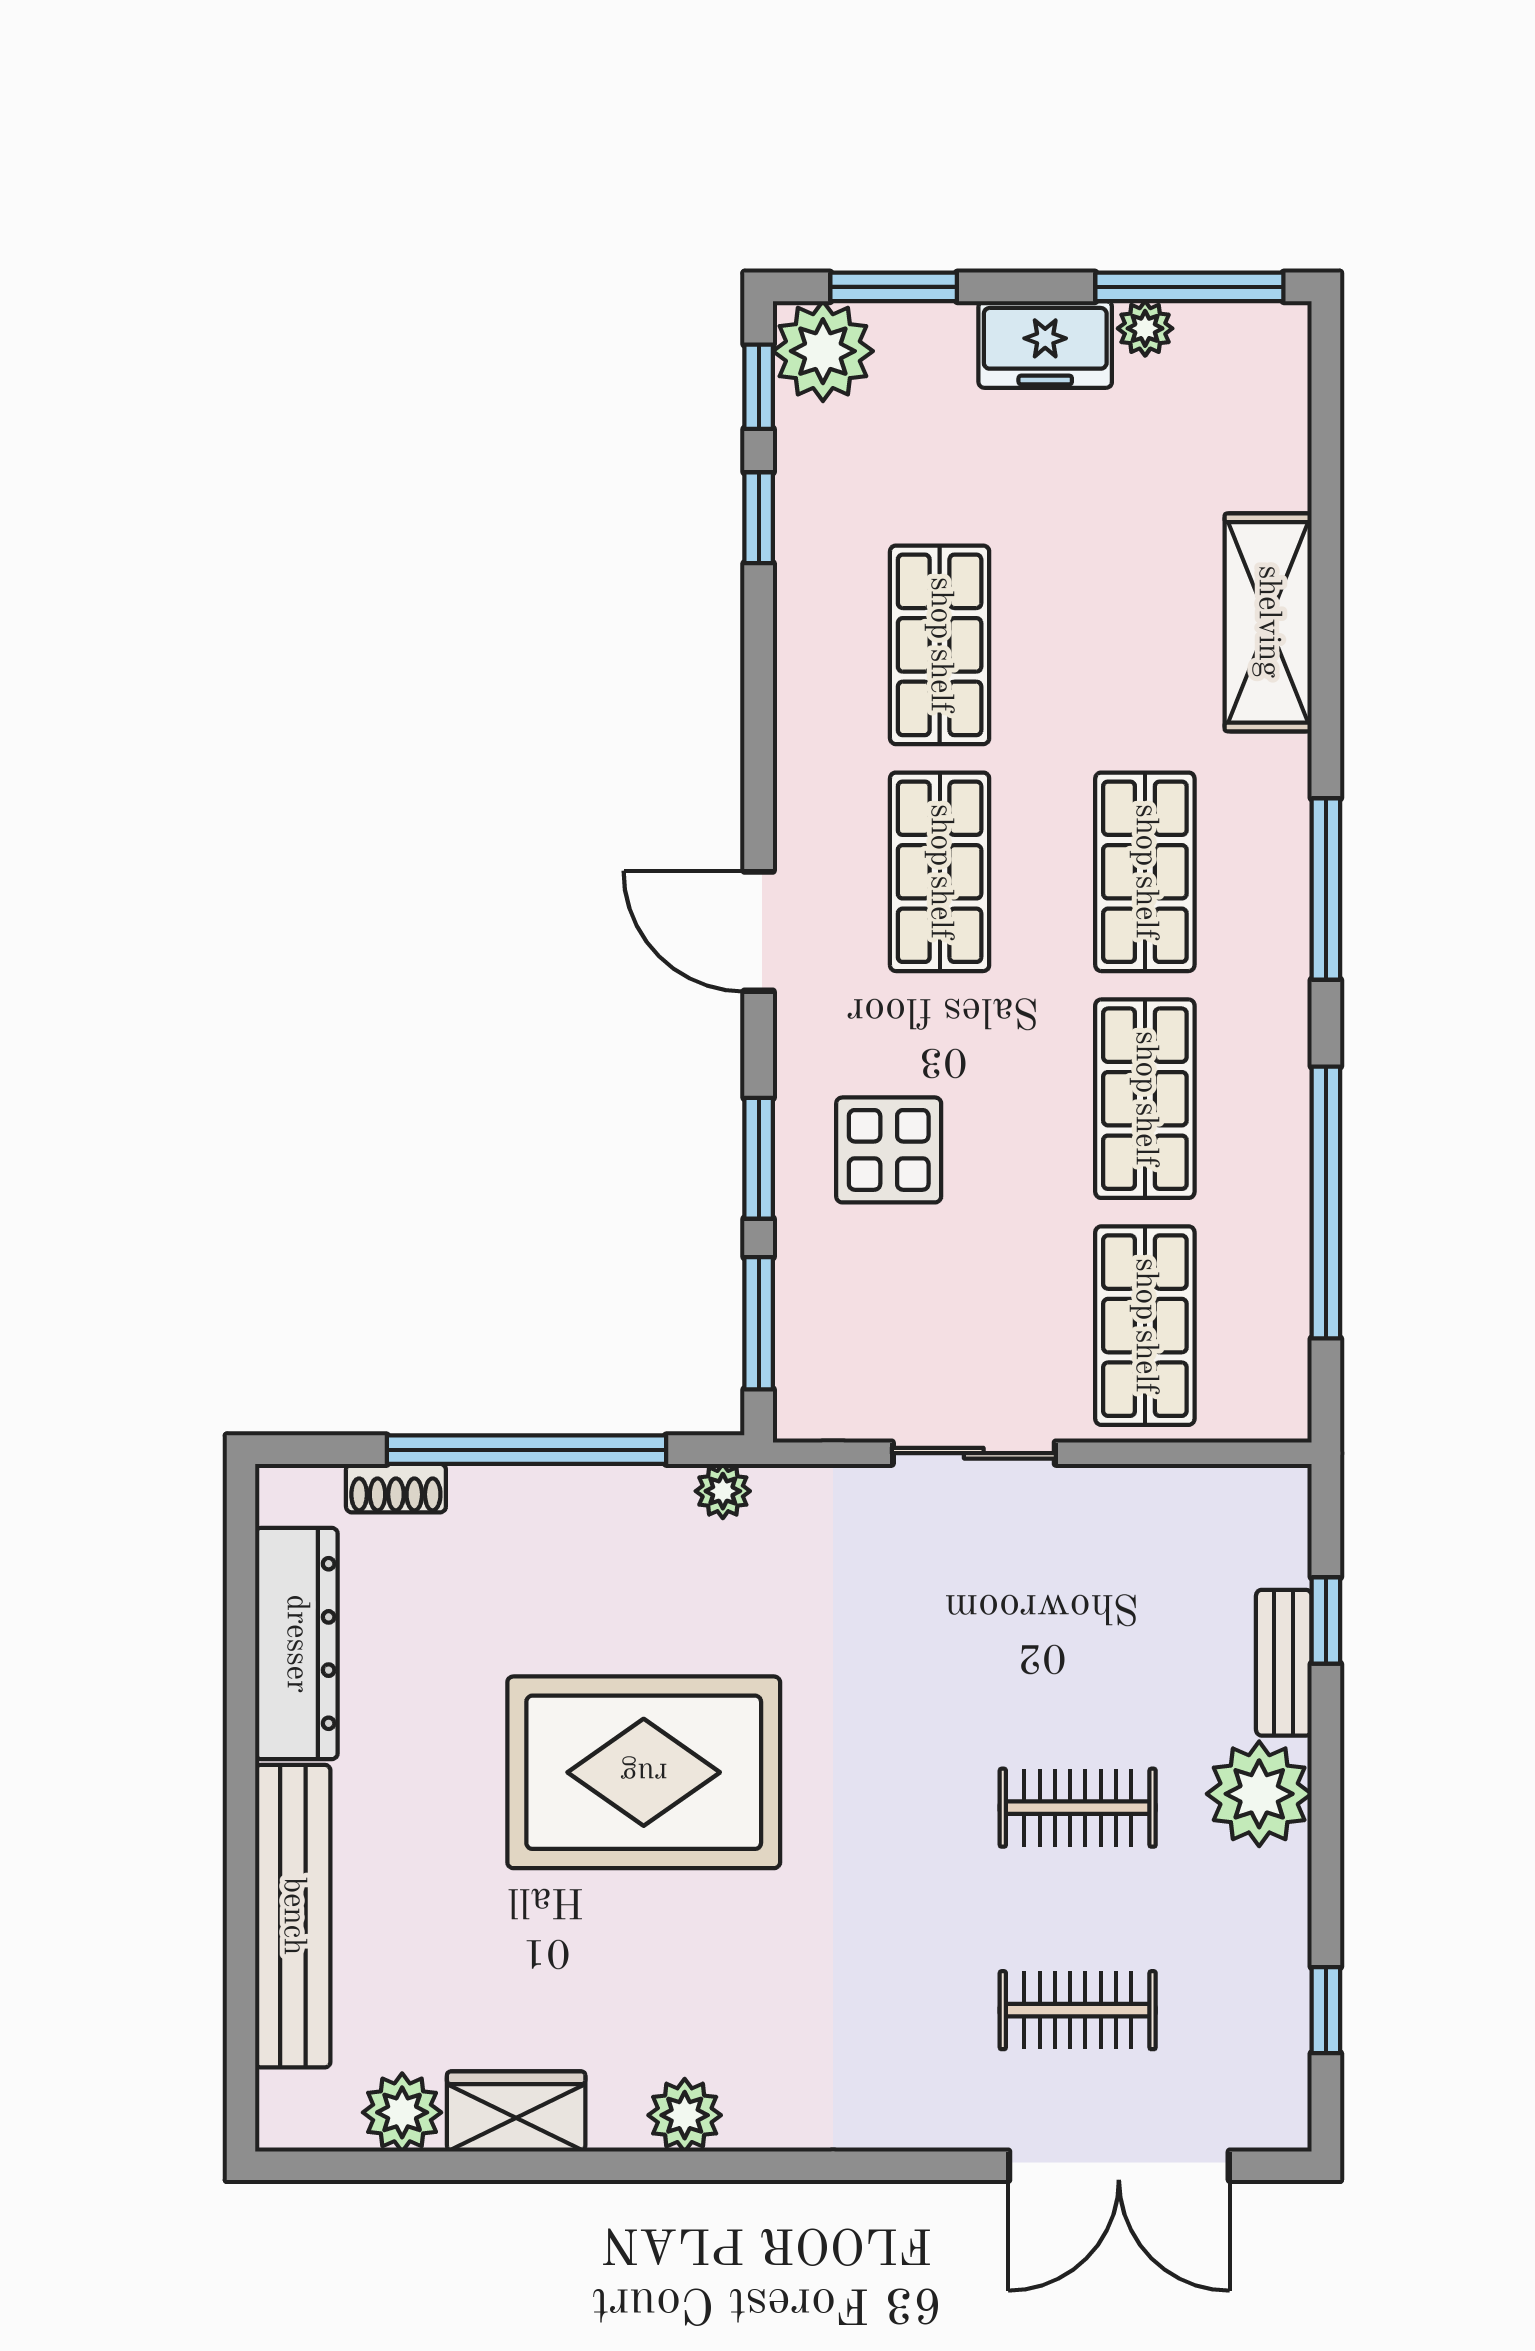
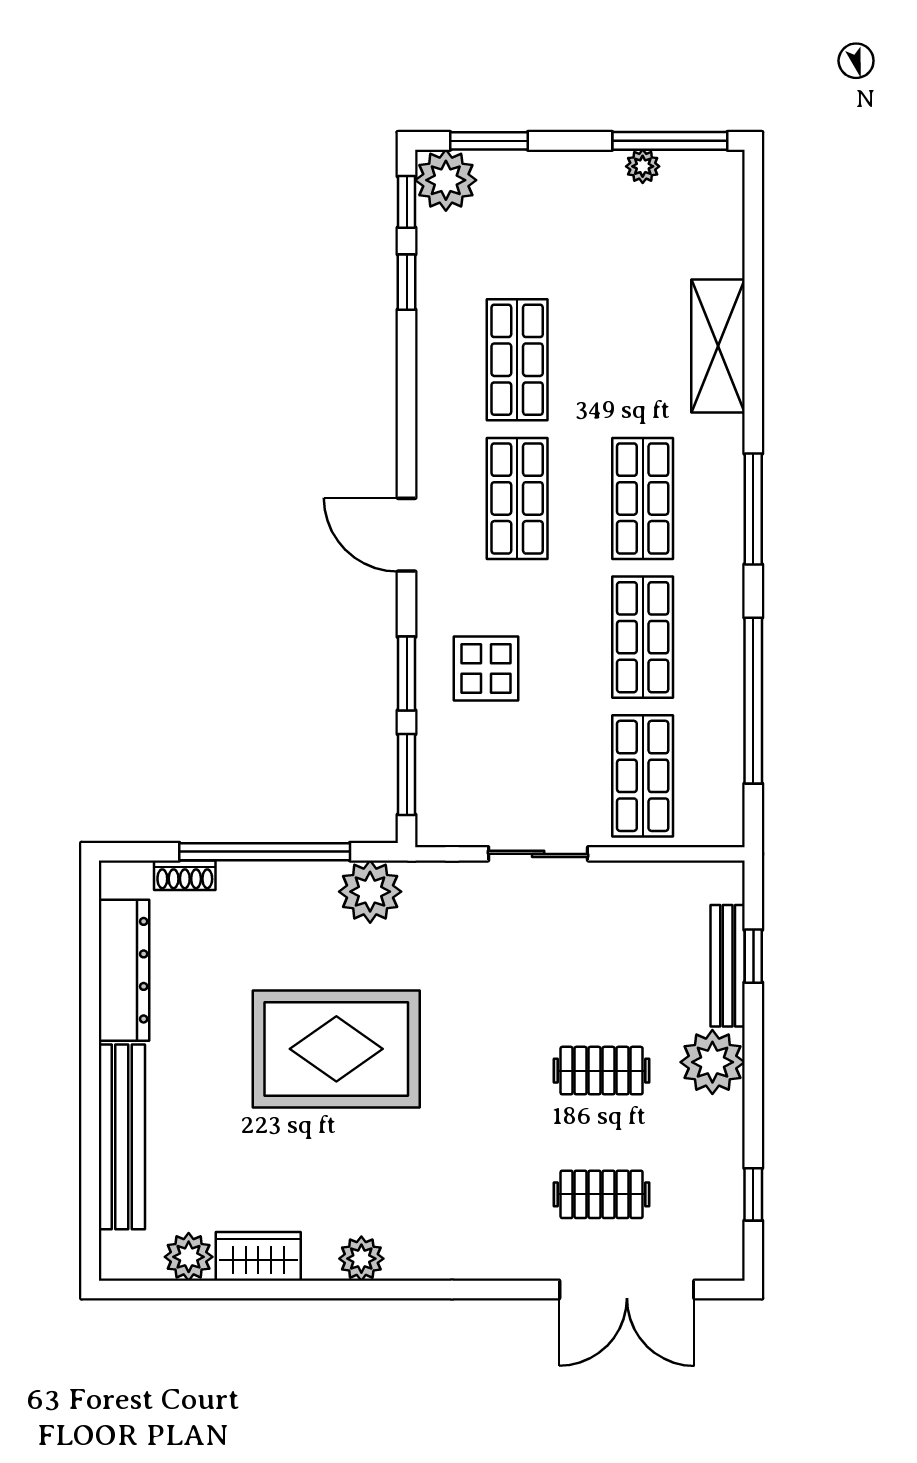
freezer: (1045, 344) -> (582, 176), removed
plant: (723, 1491) -> (370, 892), width x1.87, depth x1.87
bench: (1284, 1663) -> (728, 966), width x1.36

